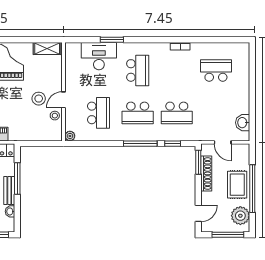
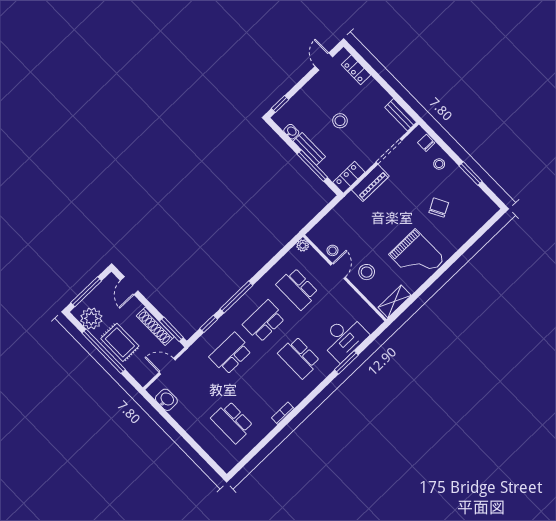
school desk: (216, 70) -> (232, 422), turned 90
stool: (39, 99) -> (367, 272), moved

